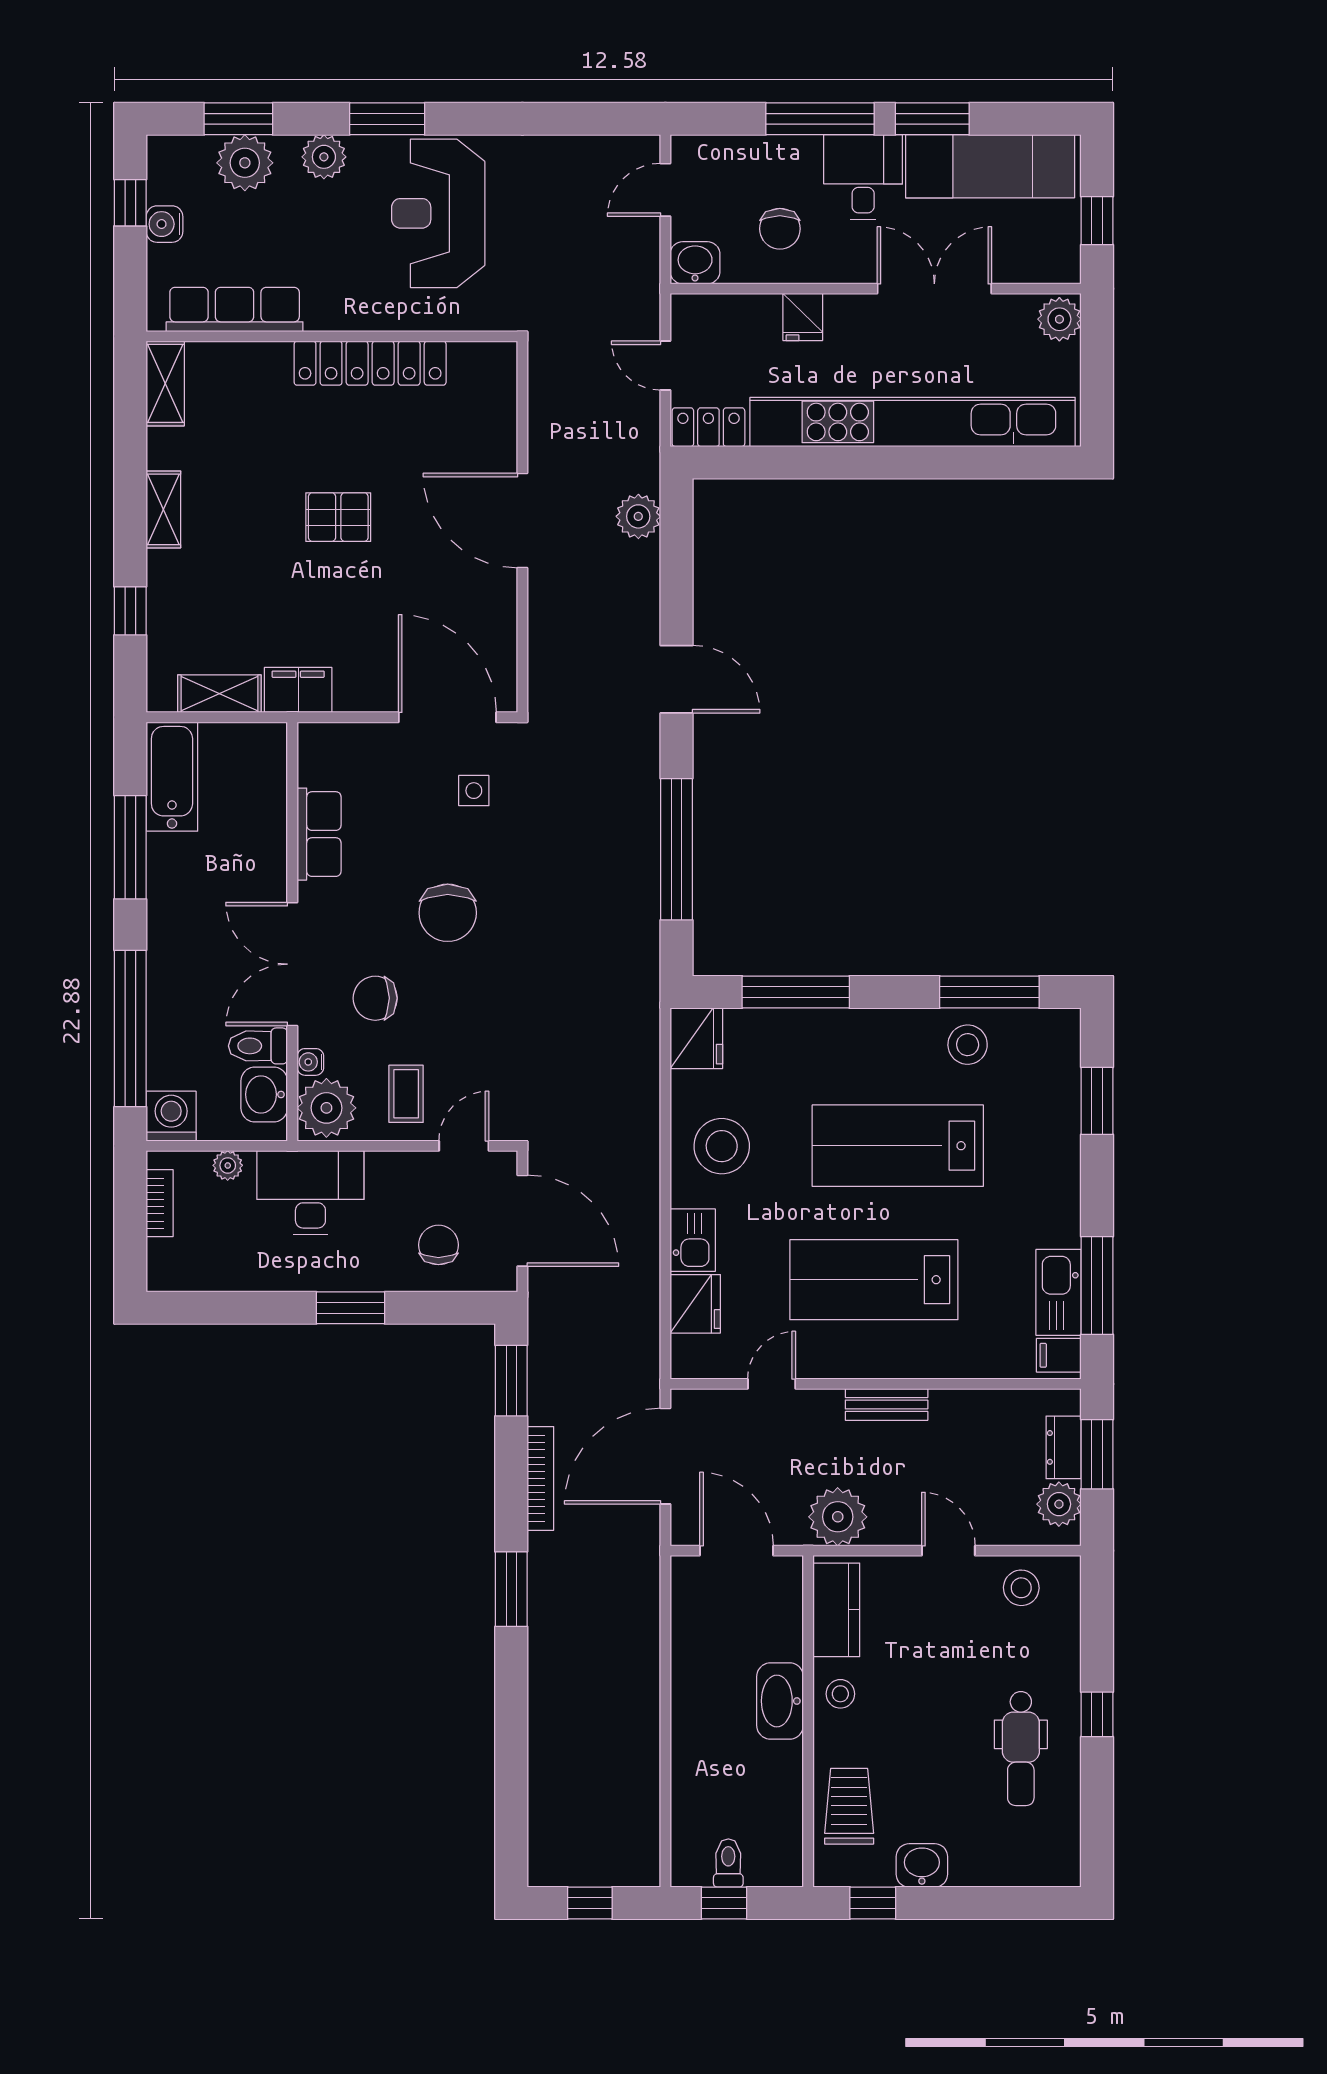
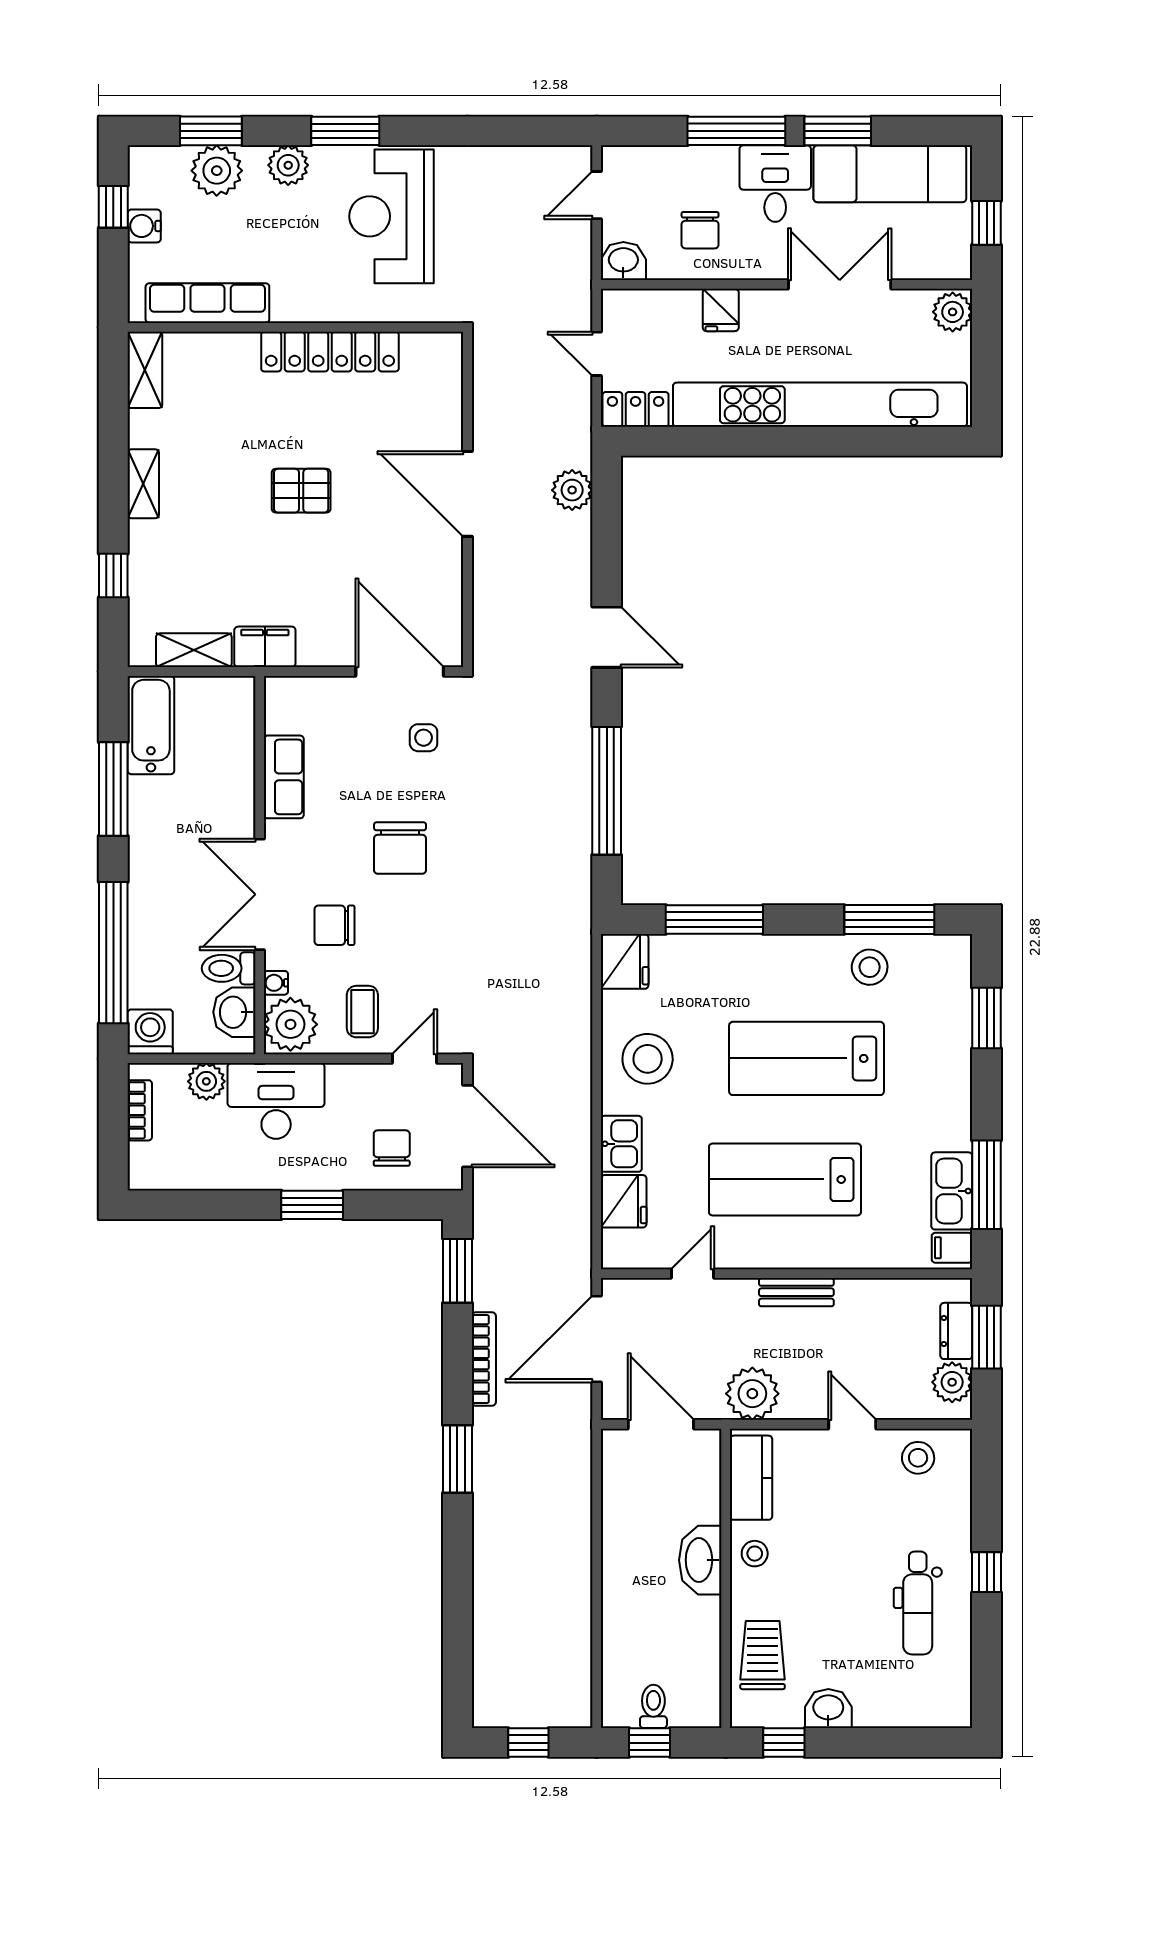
plant: (228, 1165) -> (206, 1081), width x1.38, depth x1.38

